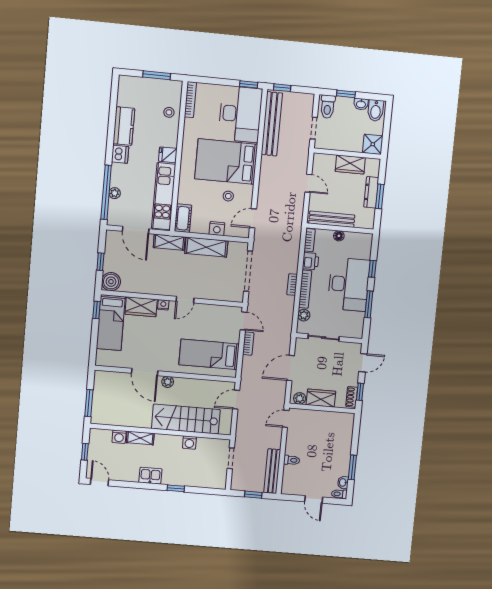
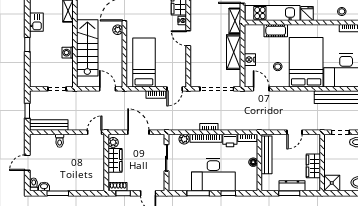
cot: (183, 218) -> (276, 31), moved
door: (286, 419) -> (95, 132), hinge flipped

